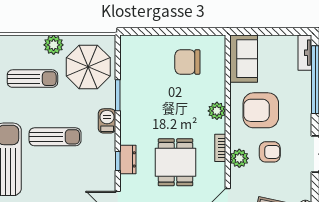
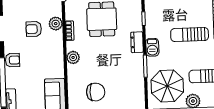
armchair: (261, 110) -> (12, 60), moved, width x0.53, depth x0.53
dresser: (128, 159) -> (137, 42), moved

